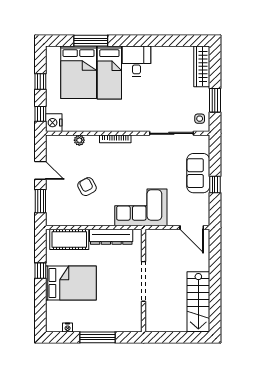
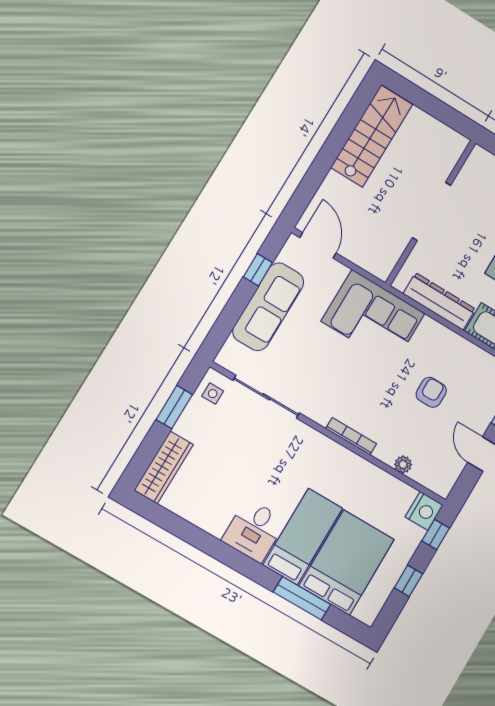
sofa: (198, 173) -> (268, 307), width x1.36
window: (215, 185) -> (258, 270), moved
armchair: (87, 187) -> (431, 392), turned -152

